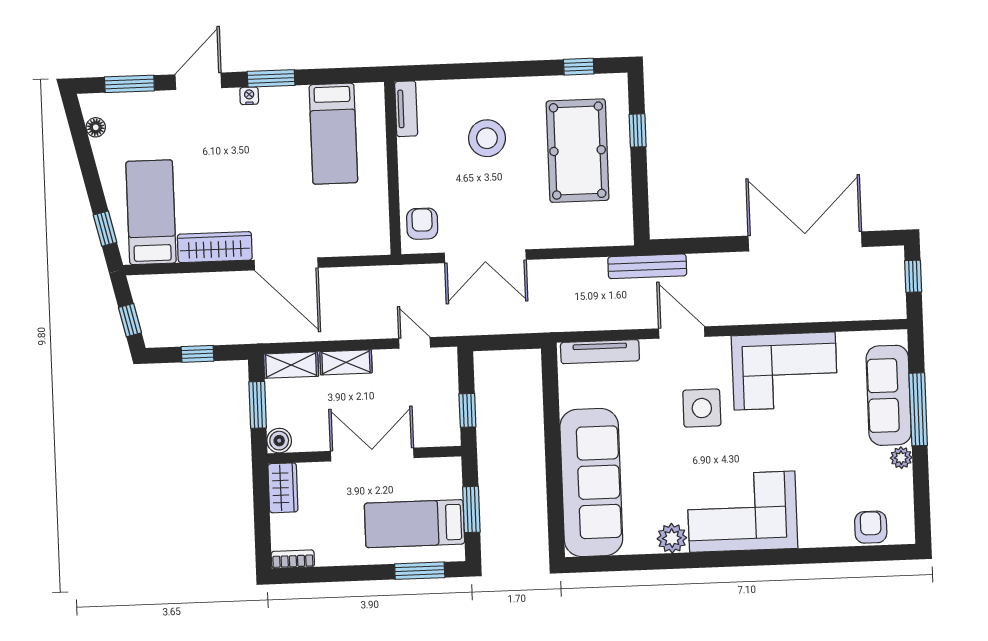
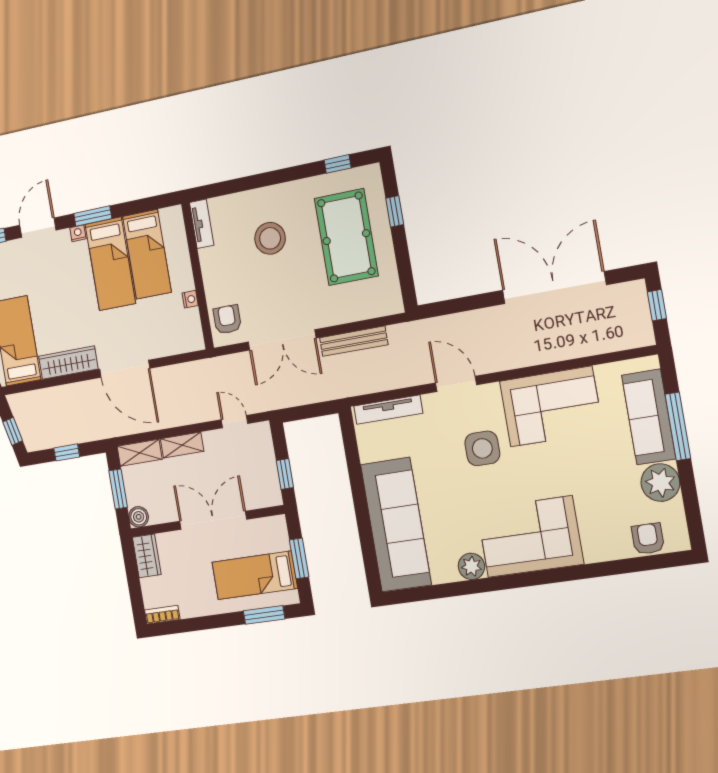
bed: (286, 138) -> (110, 264), added
nightstand: (380, 194) -> (190, 299), added
bench: (647, 266) -> (354, 341), moved
plant: (901, 458) -> (660, 483), width x1.87, depth x1.87

